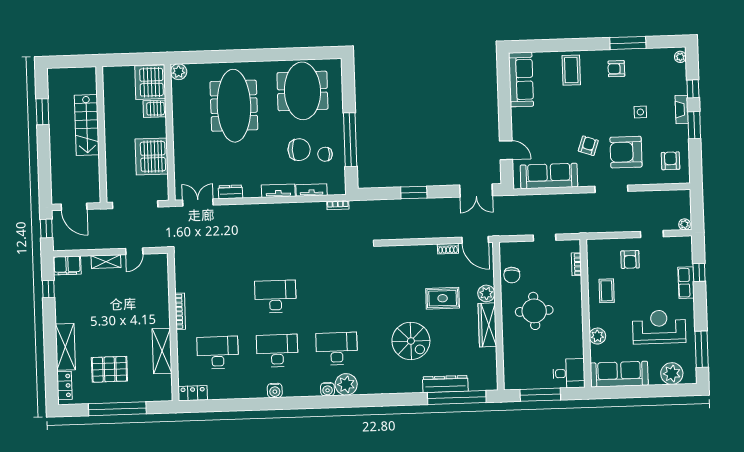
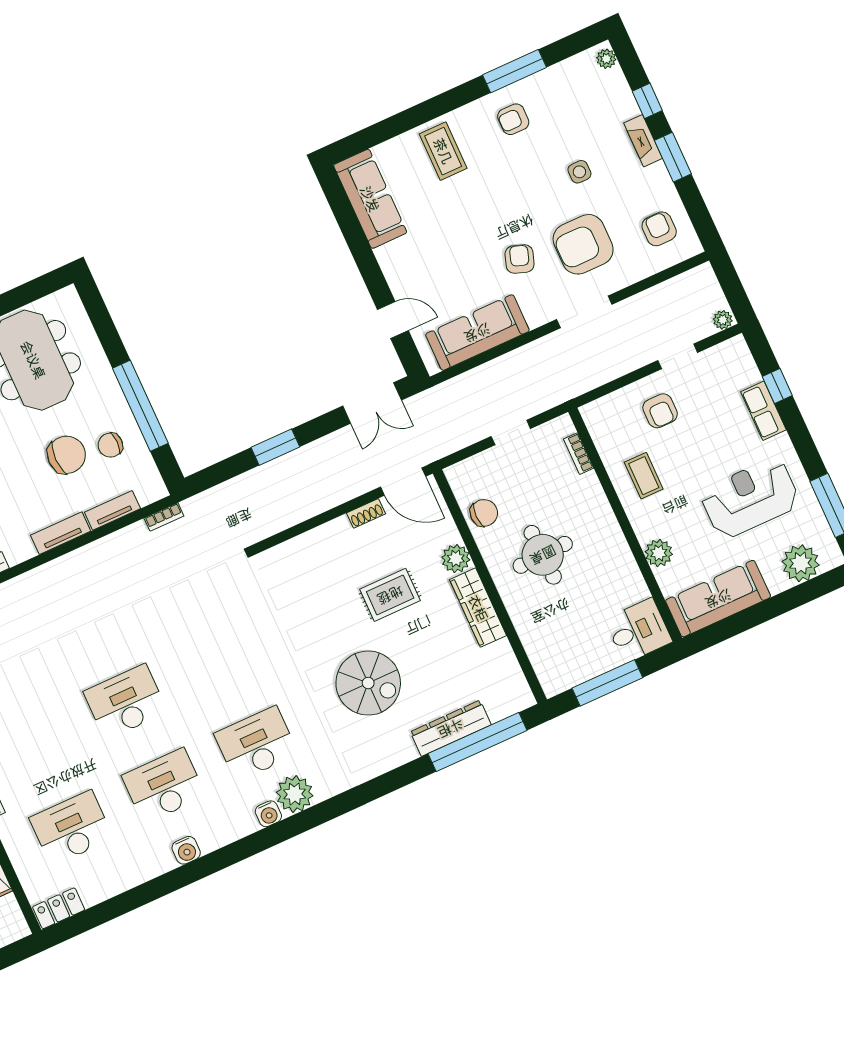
chair: (512, 275) -> (484, 513), turned -93

